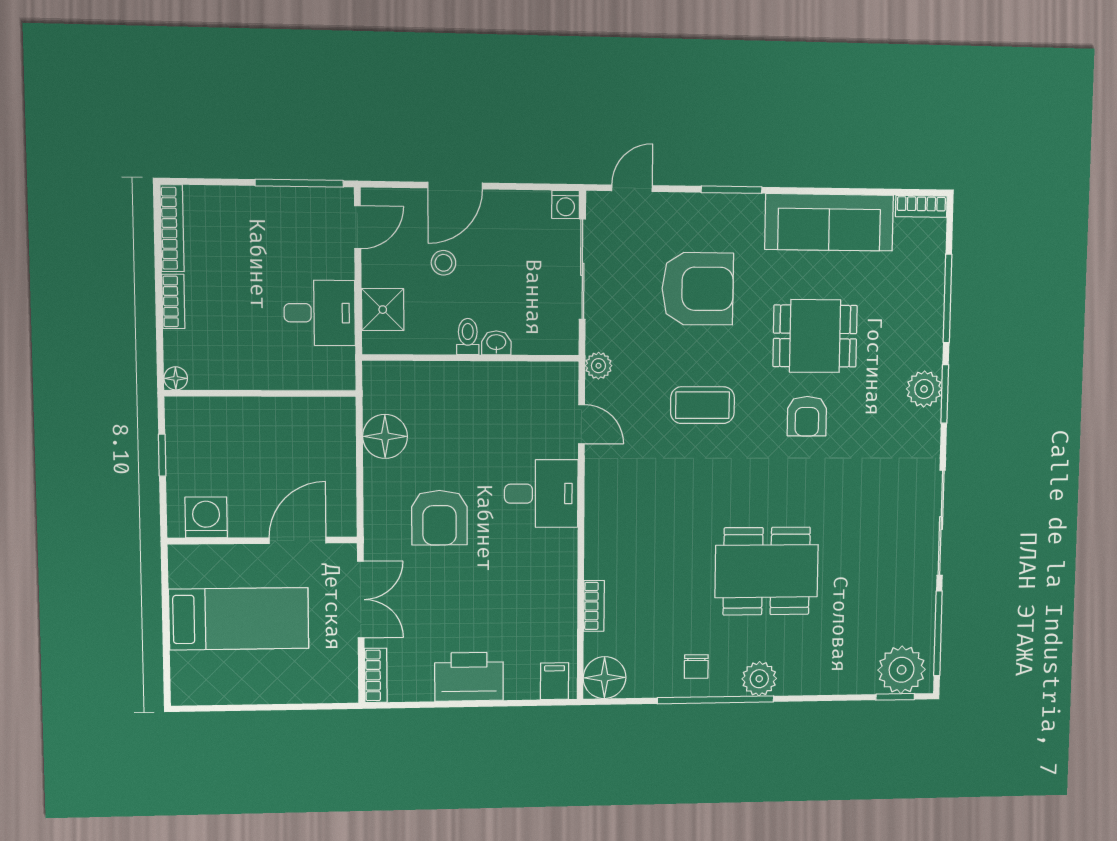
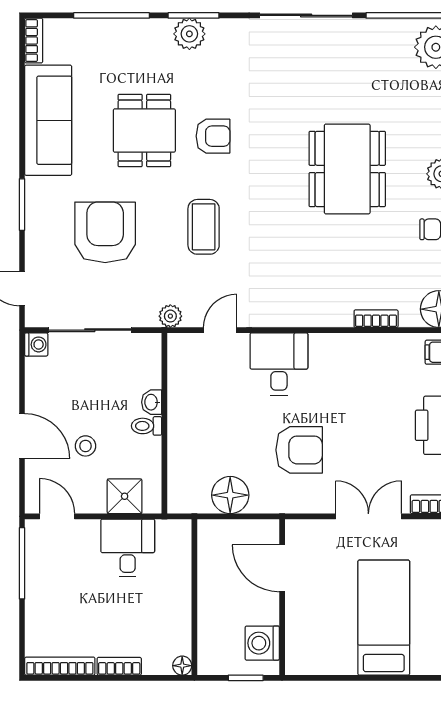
washing machine: (206, 517) -> (262, 643), moved
door: (298, 540) -> (282, 568), moved
wall: (263, 541) -> (282, 597), moved

